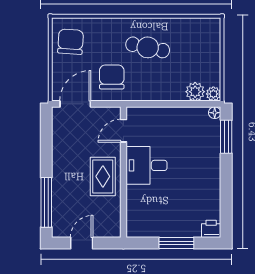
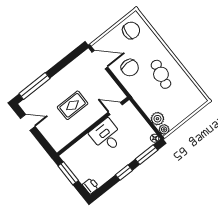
chair: (112, 77) -> (130, 68), turned 90
door: (123, 131) -> (115, 109), moved
desk: (147, 165) -> (106, 136), moved
wall: (123, 172) -> (93, 126), moved
window: (226, 179) -> (124, 173), added

